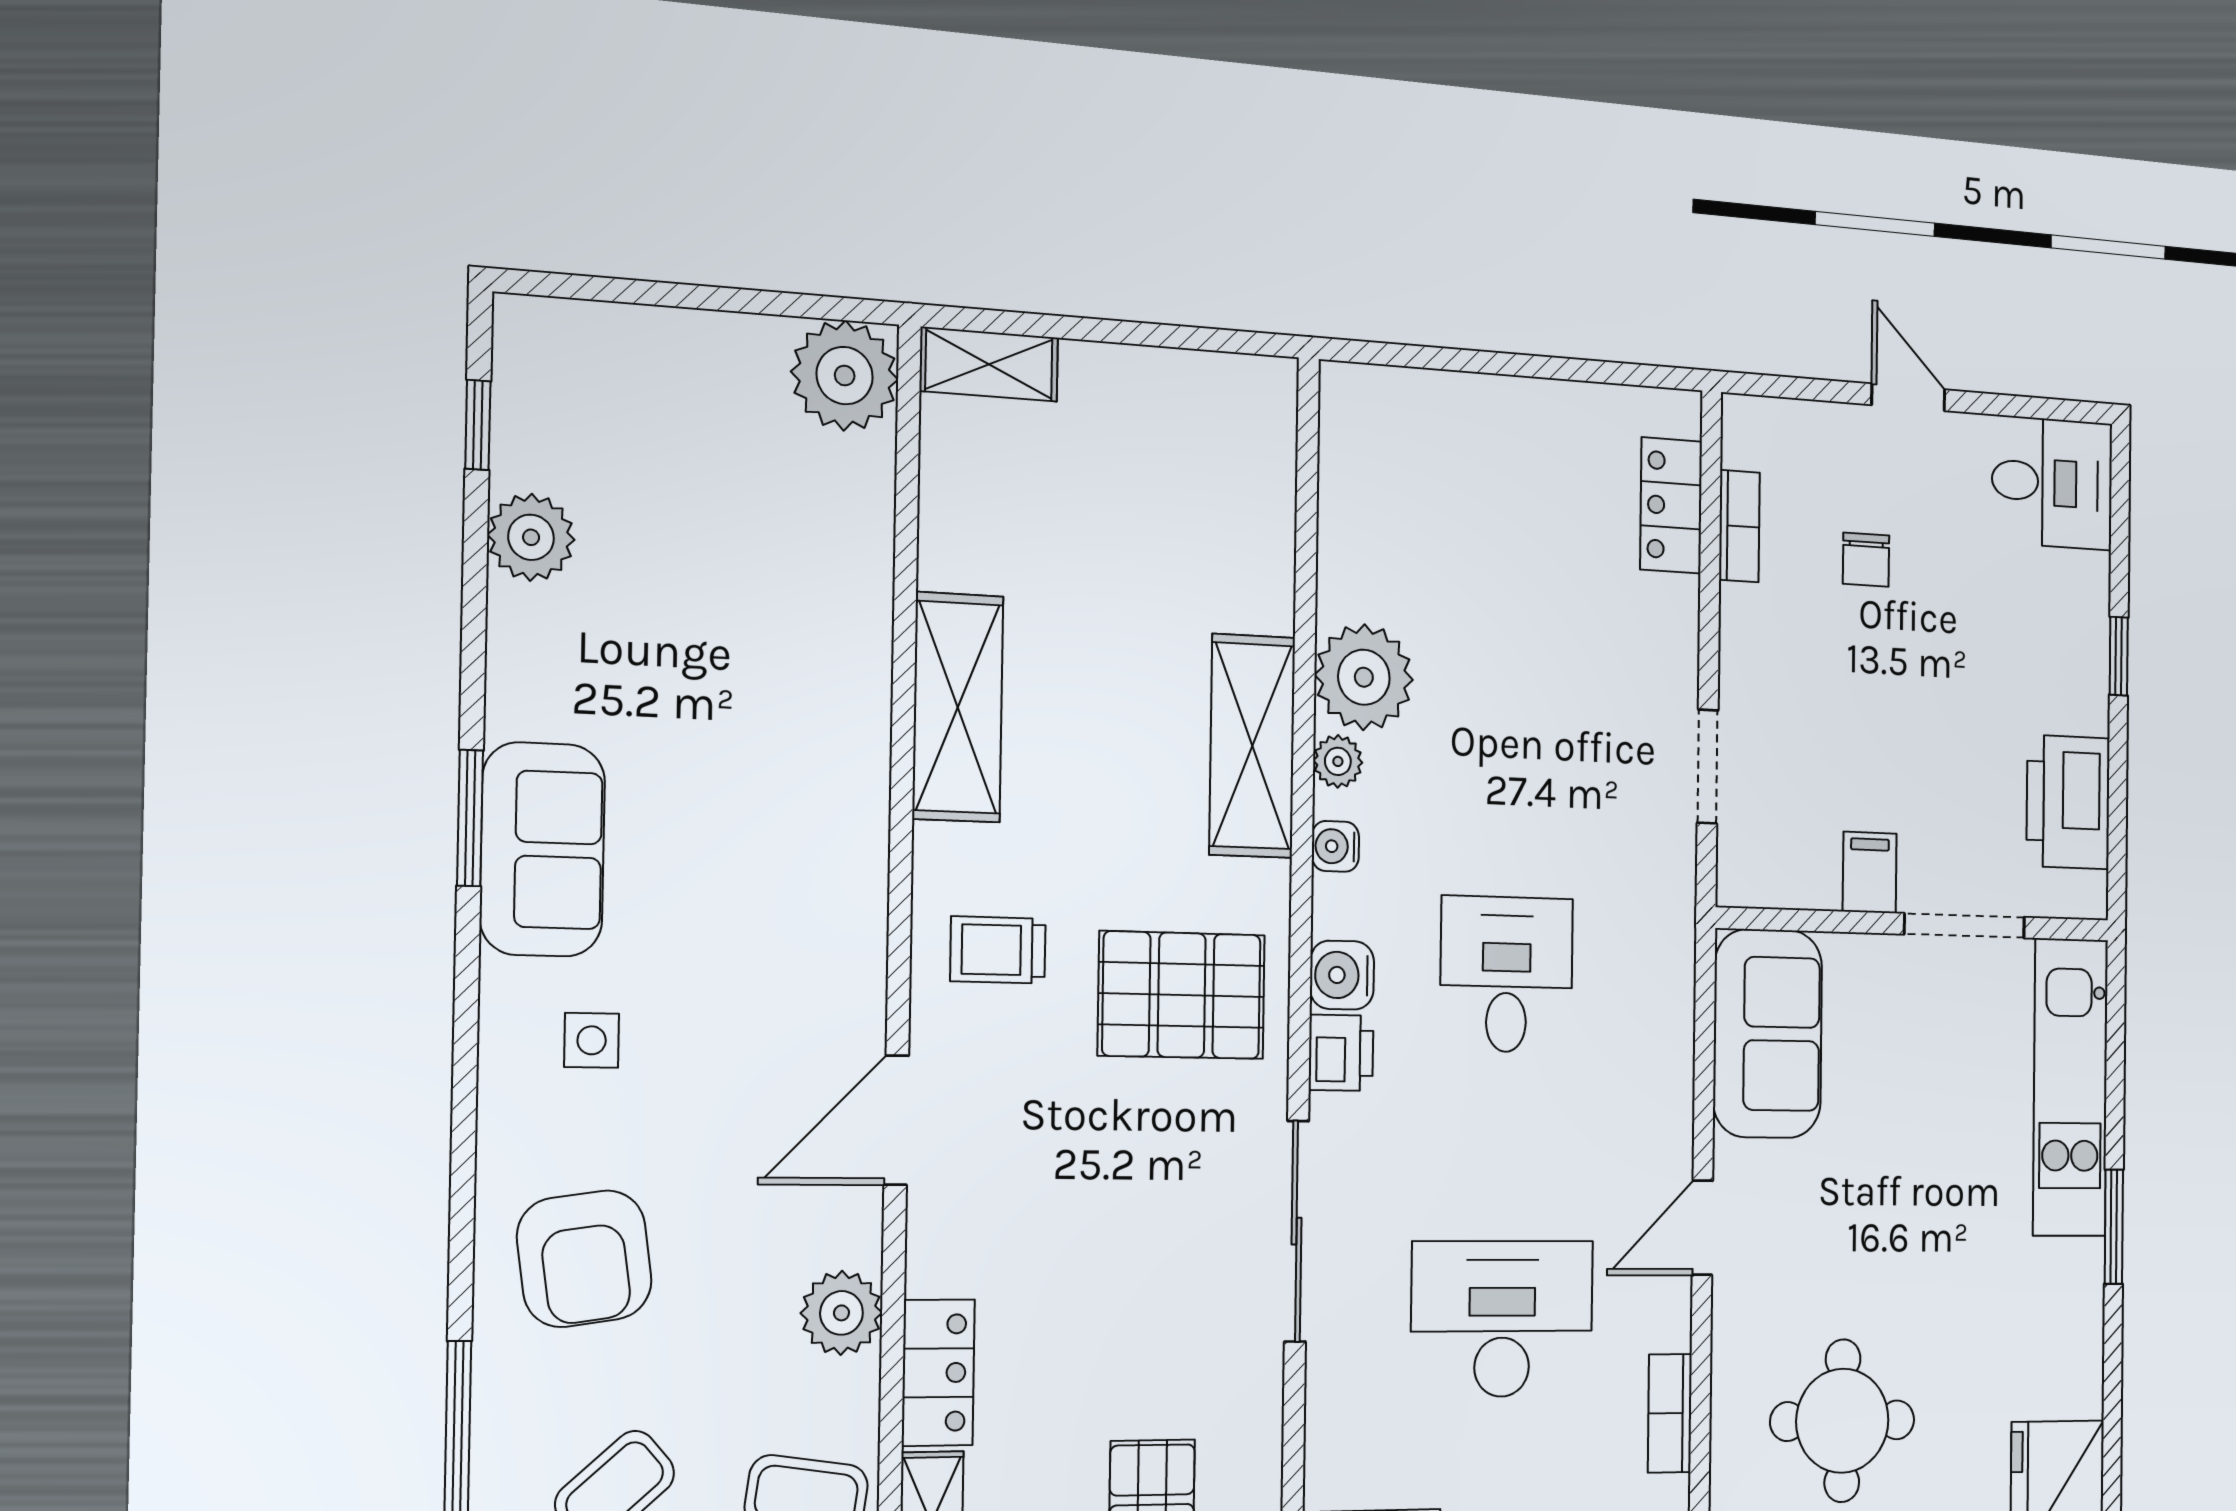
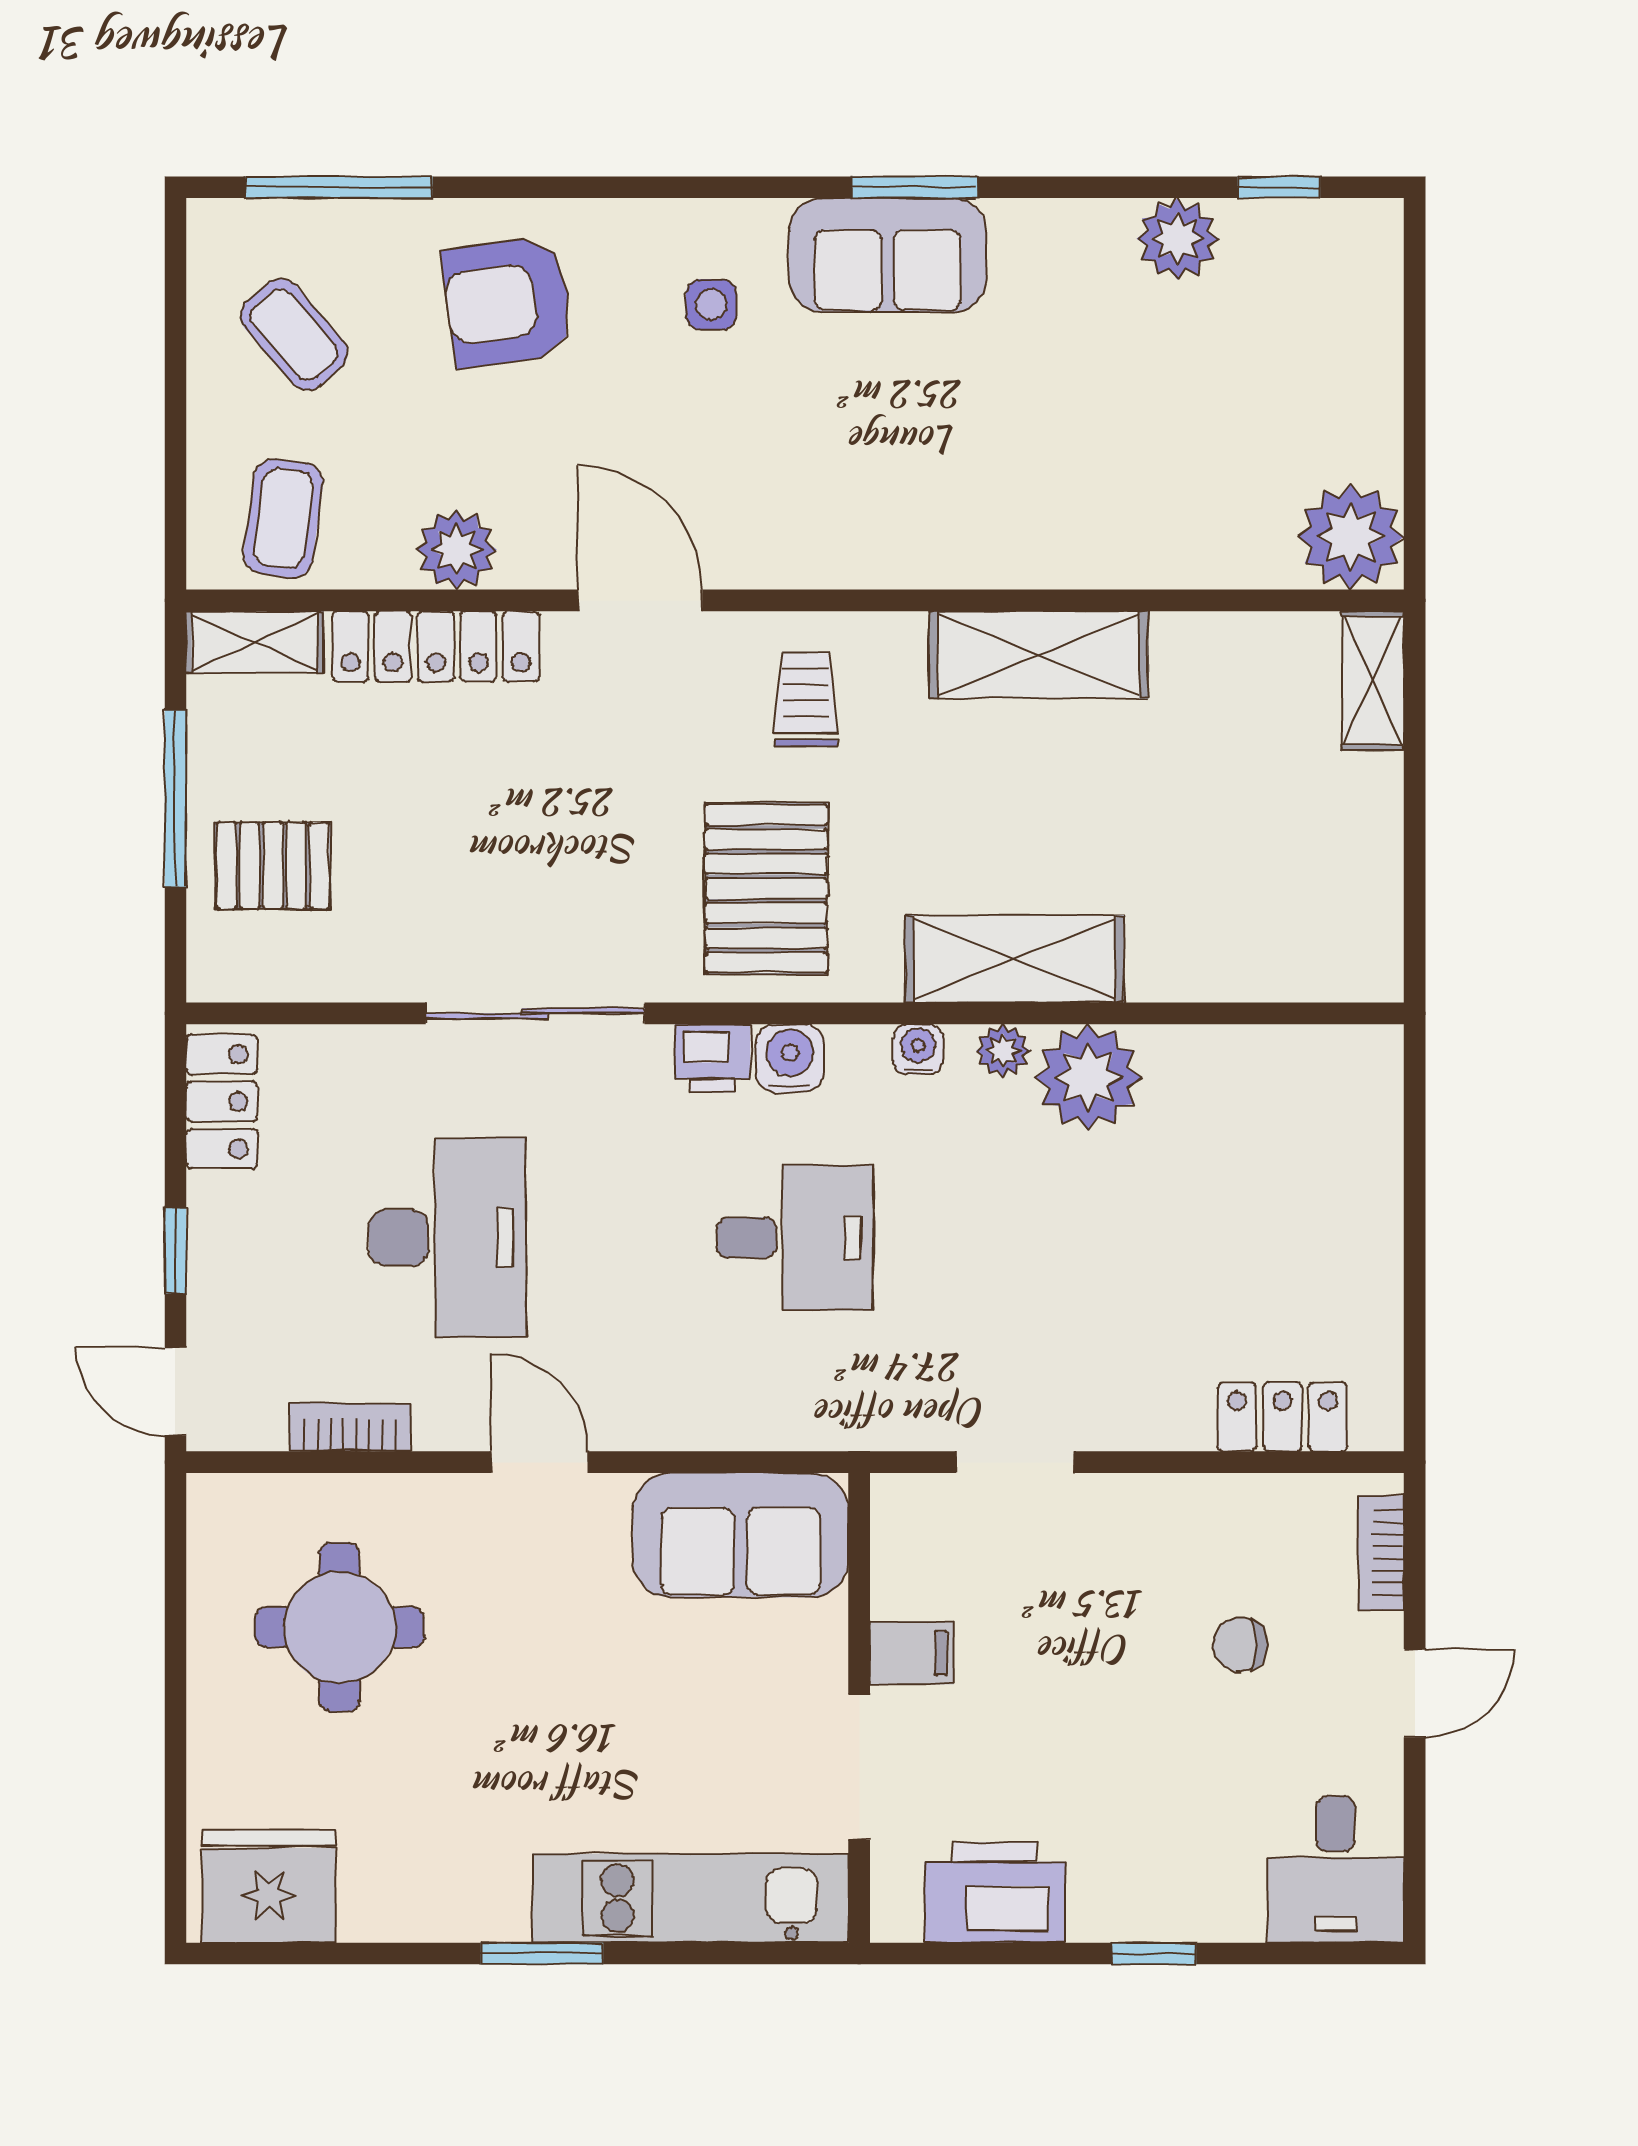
bookcase: (1739, 526) -> (1381, 1553), moved, turned 90
locker: (938, 1373) -> (436, 646), width x1.53

